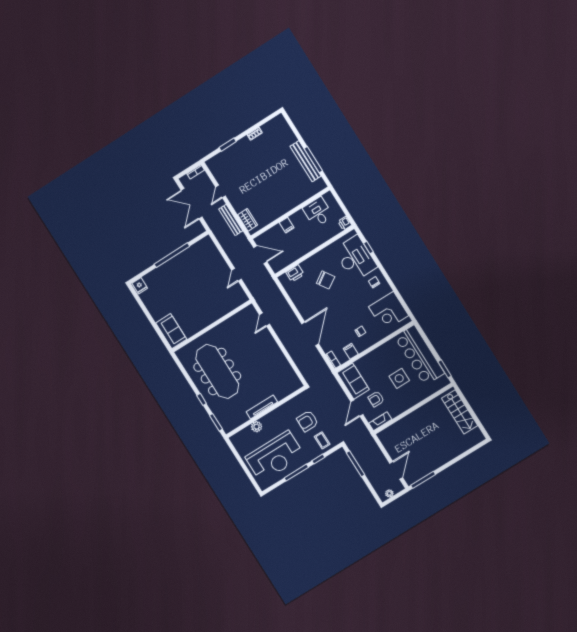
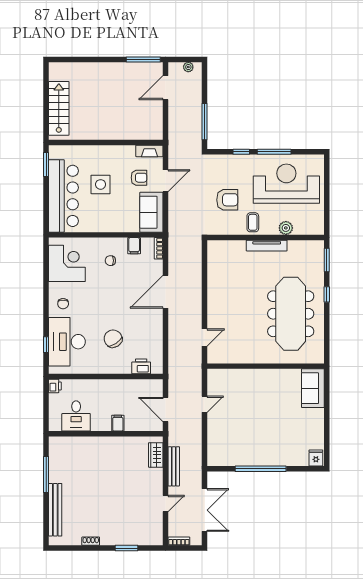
bench: (306, 161) -> (55, 510), moved
coffee table: (322, 440) -> (253, 222), moved

